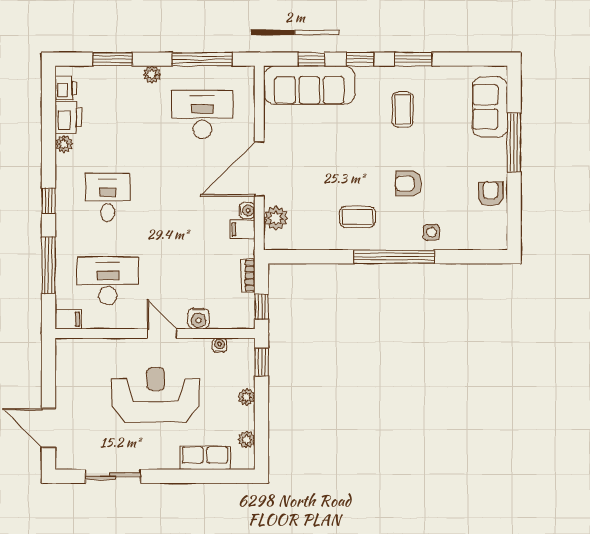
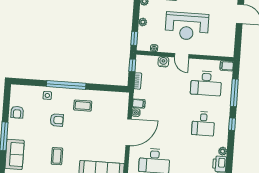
plant: (276, 218) -> (122, 108), removed

